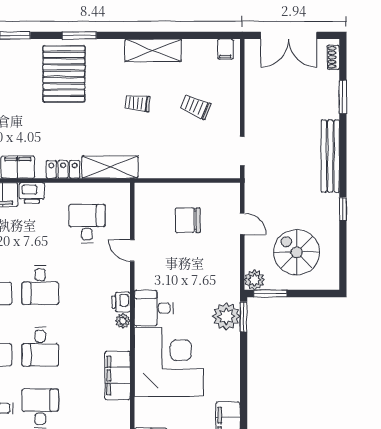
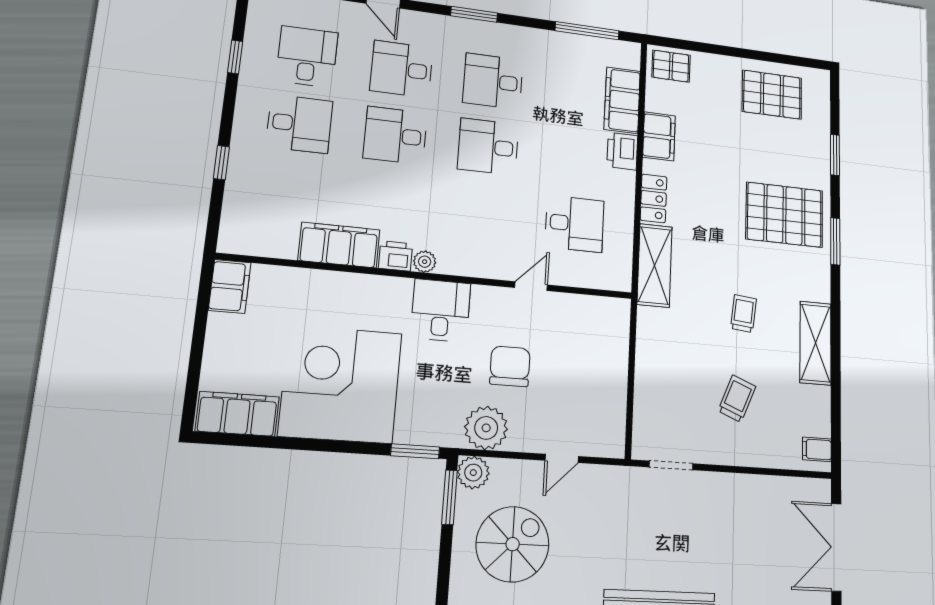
chair: (188, 220) -> (510, 366), moved
printer: (121, 302) -> (395, 256), moved
plant: (226, 316) -> (486, 428), moved
corner desk: (169, 362) -> (341, 384), moved, turned 180

